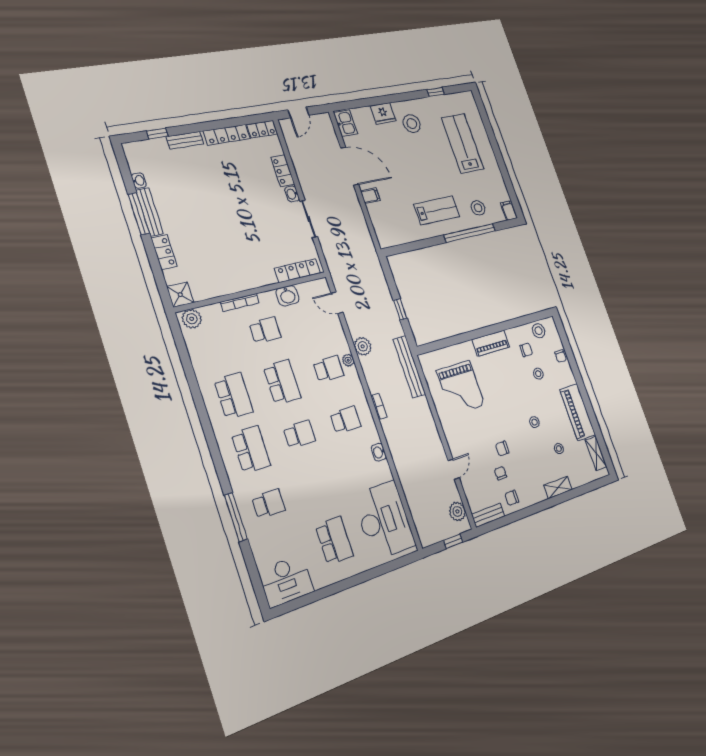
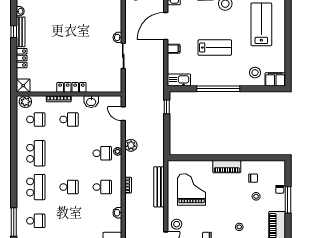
door: (350, 166) -> (166, 26), swing flipped
locker: (283, 171) -> (116, 21), removed
lab bench: (437, 210) -> (215, 48), moved
filing cabinet: (509, 211) -> (275, 79), width x2.00
window: (139, 214) -> (14, 32), width x0.46
window: (470, 233) -> (218, 89), moved
kitchen sink: (392, 238) -> (179, 80), added
locker: (297, 271) -> (71, 87), moved
window: (400, 309) -> (167, 107), moved
stool: (539, 331) -> (177, 224), moved
bench: (409, 367) -> (159, 187), moved
window: (574, 367) -> (288, 200), added
school desk: (282, 382) -> (36, 119), moved, width x0.54
grand piano: (461, 388) -> (192, 190), turned 180

